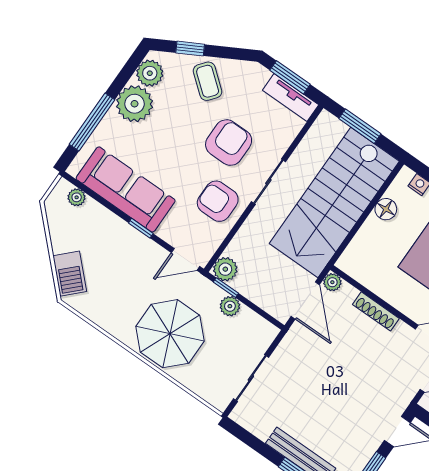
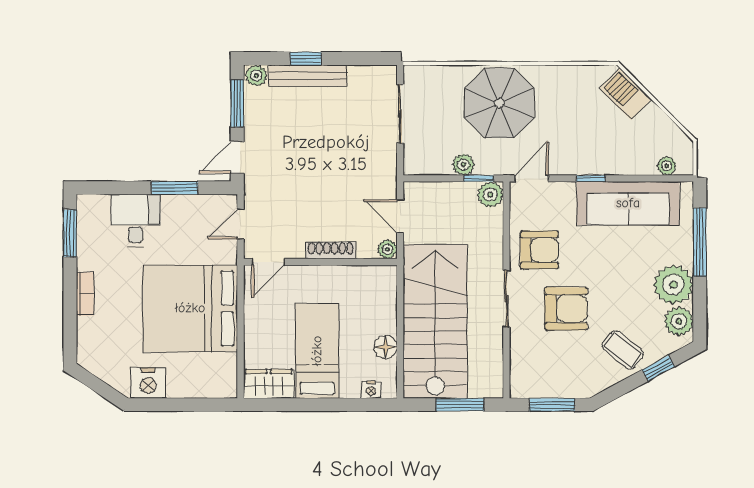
tv unit: (291, 98) -> (539, 387), removed
armchair: (229, 143) -> (566, 309), turned -90
door: (305, 301) -> (400, 216), width x0.73

